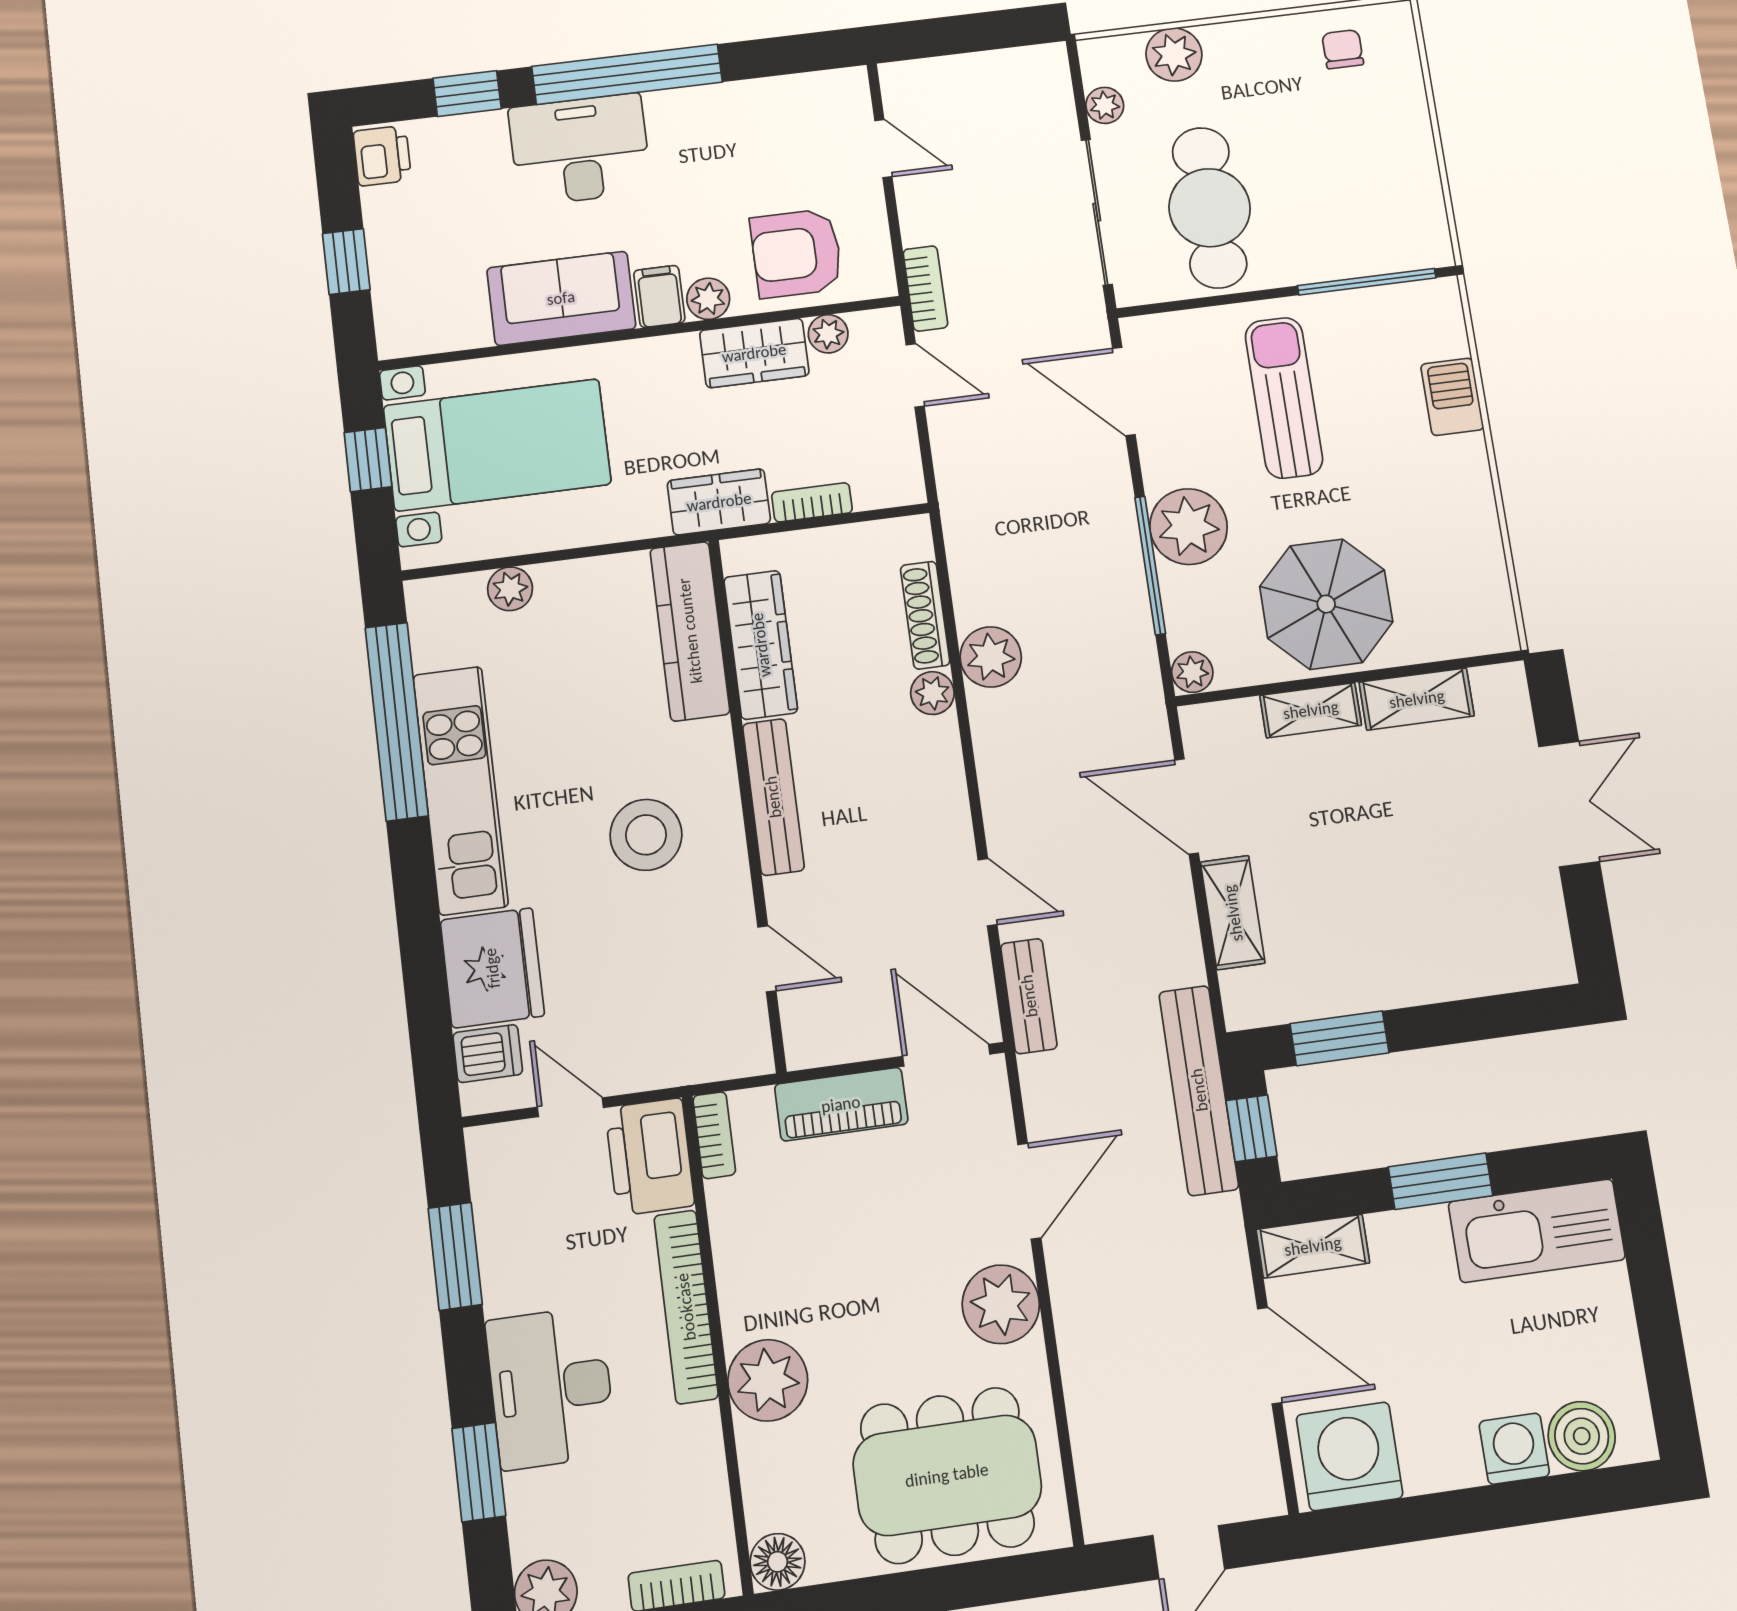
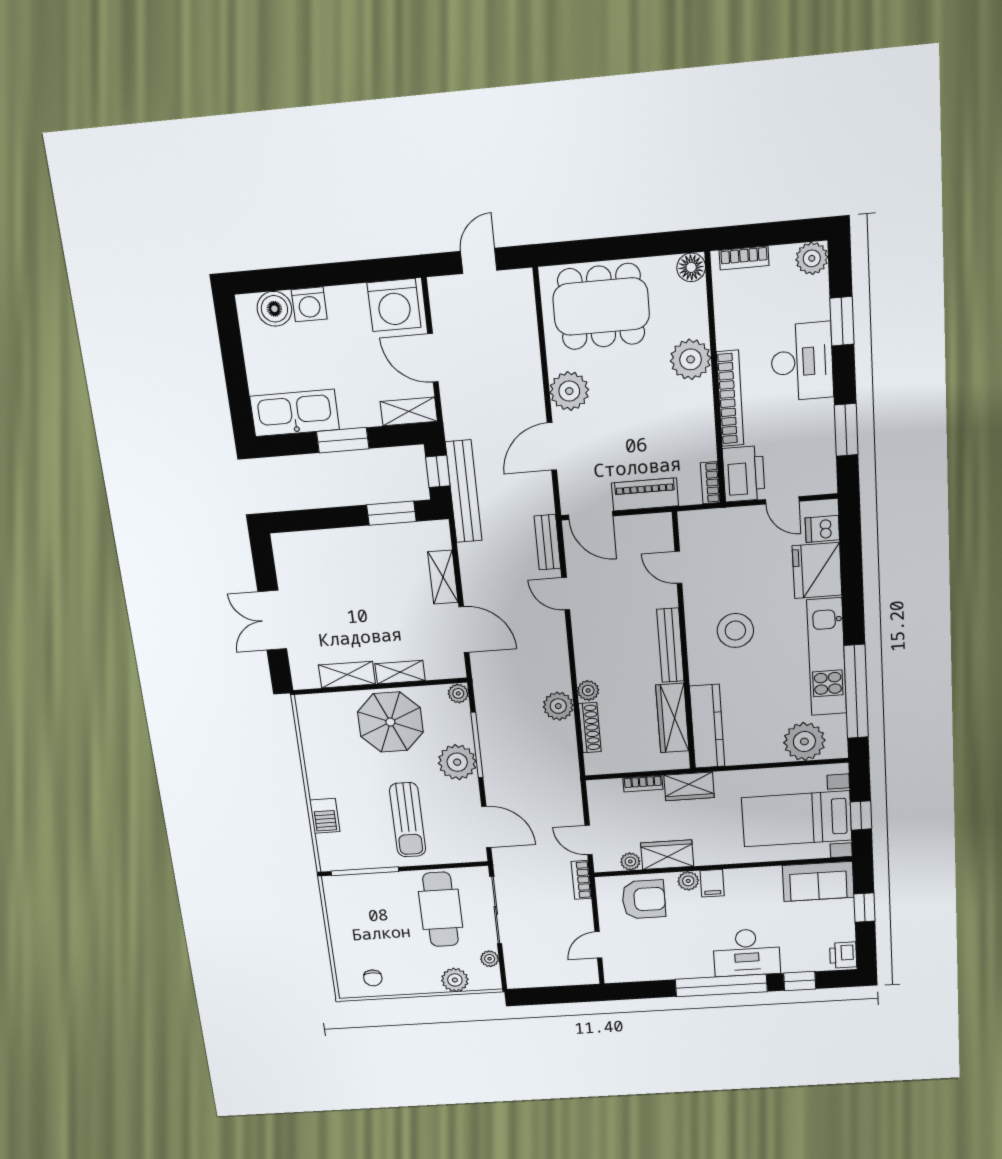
door: (883, 149) -> (598, 945), hinge flipped
sofa: (561, 298) -> (818, 881), moved
plant: (510, 589) -> (804, 742), width x1.88, depth x1.88

